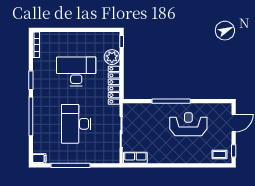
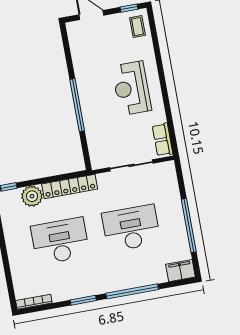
desk: (76, 71) -> (60, 241), turned 90
desk: (76, 124) -> (131, 228), turned 180
reception desk: (188, 124) -> (132, 88), moved
filing cabinet: (39, 158) -> (180, 271), width x2.00

